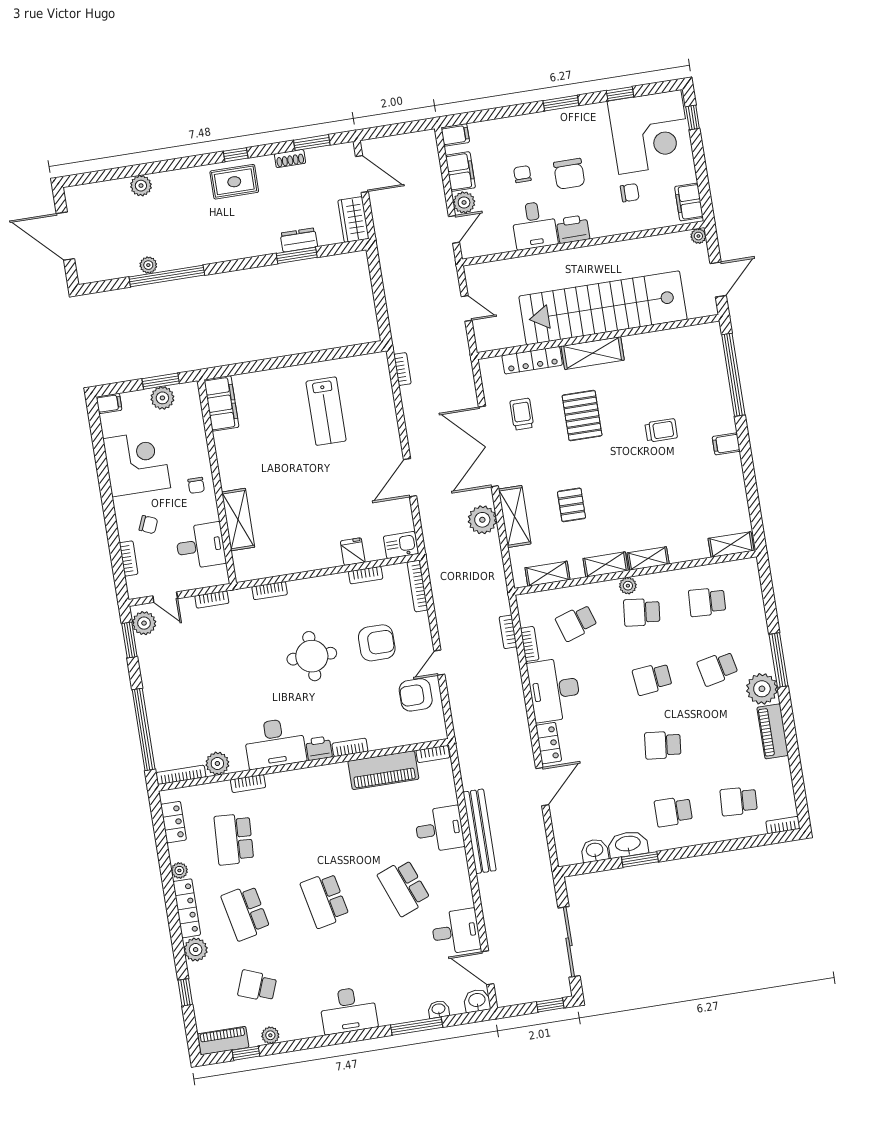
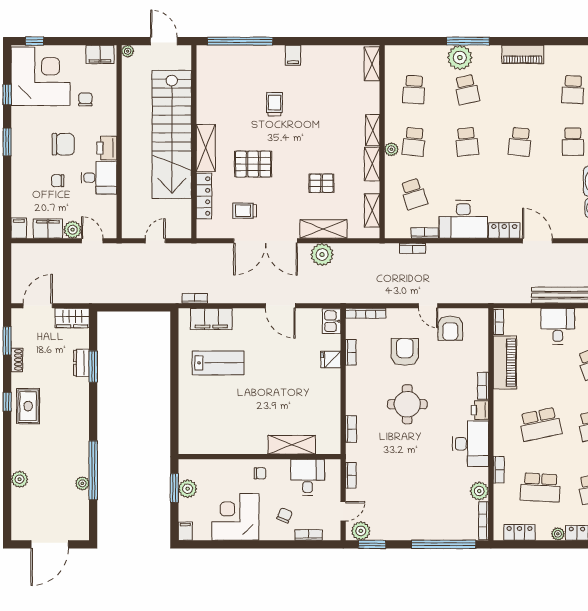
filing cabinet: (221, 403) -> (211, 319), moved, turned 180
plant: (762, 689) -> (460, 58), moved
school desk: (313, 827) -> (540, 424), added

